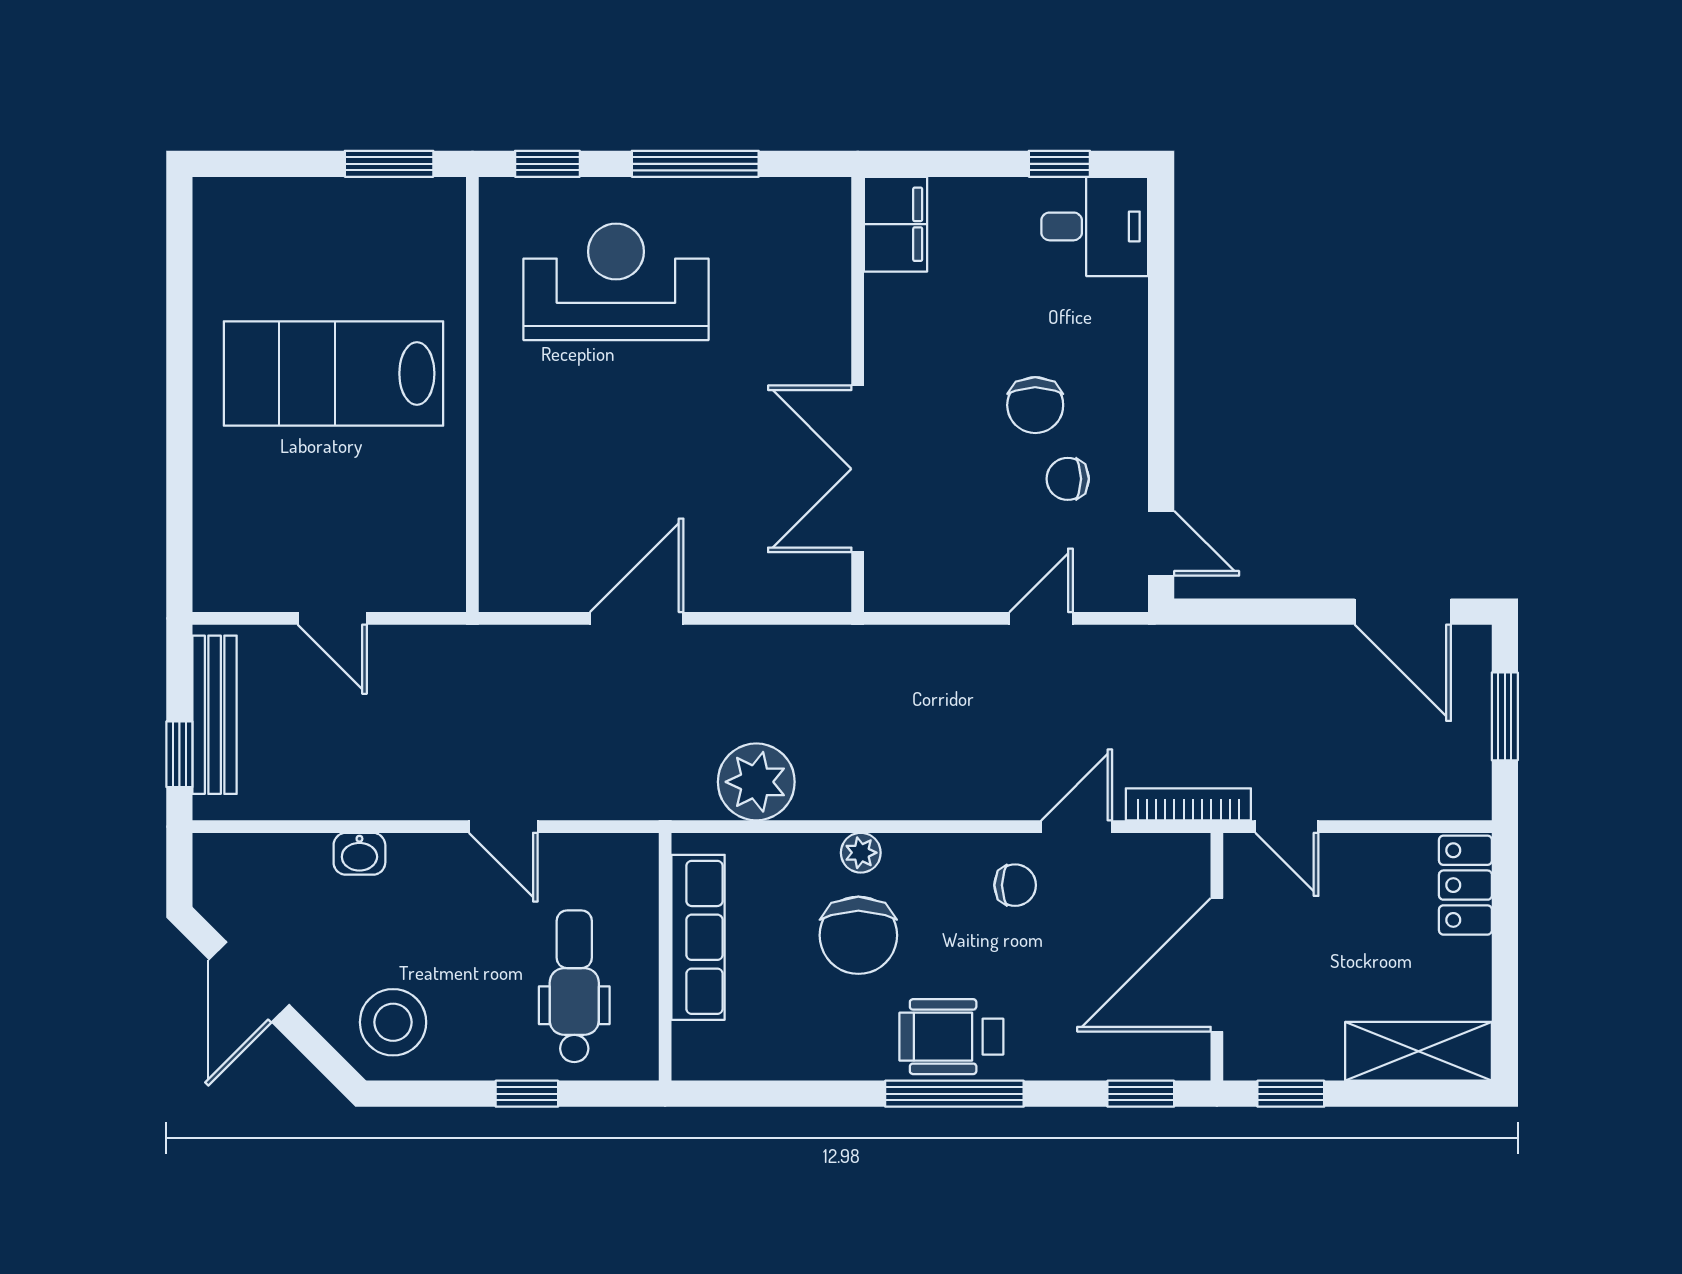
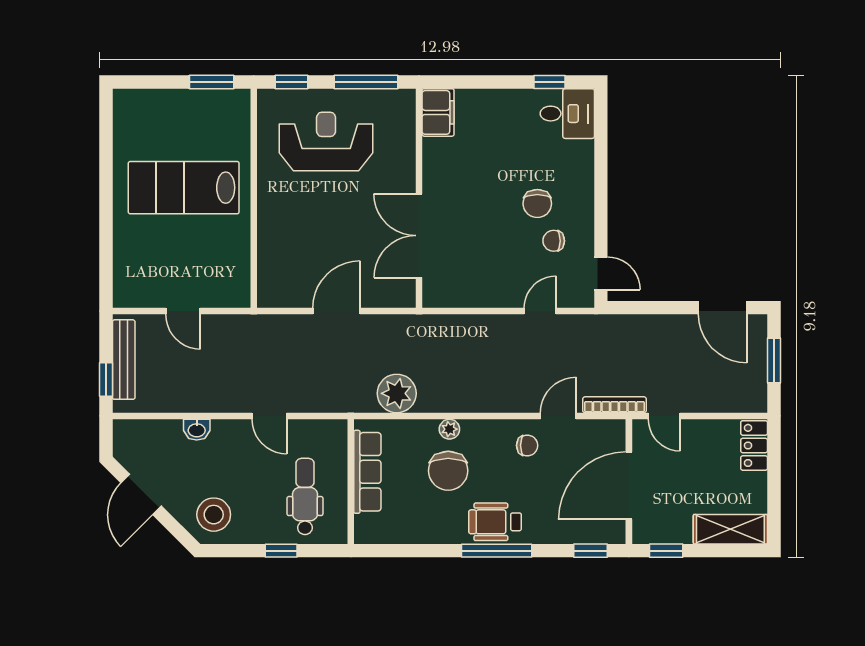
filing cabinet: (896, 224) -> (438, 112), moved
wall: (858, 394) -> (419, 198), moved
double door: (858, 469) -> (419, 236), moved

